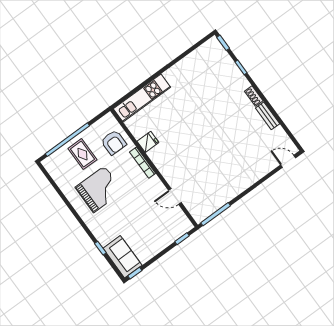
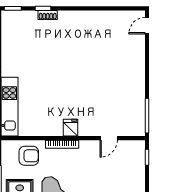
shoe rack: (254, 96) -> (48, 15), moved
bench: (268, 116) -> (98, 16), removed
fridge: (148, 142) -> (71, 128), moved

